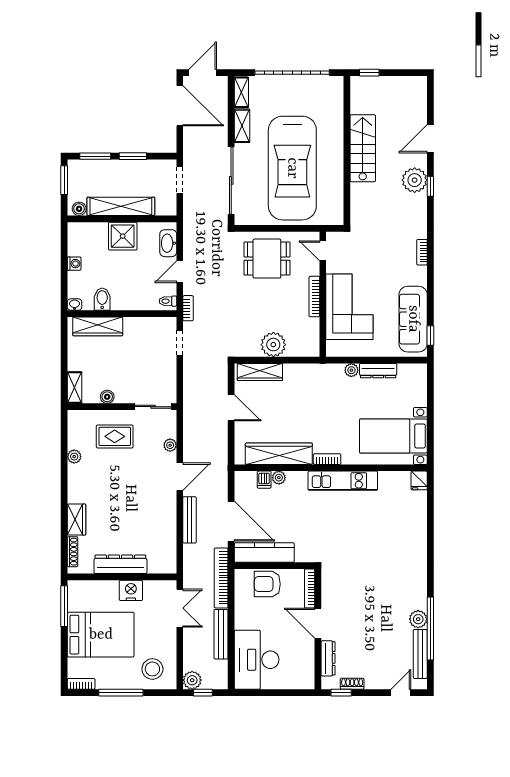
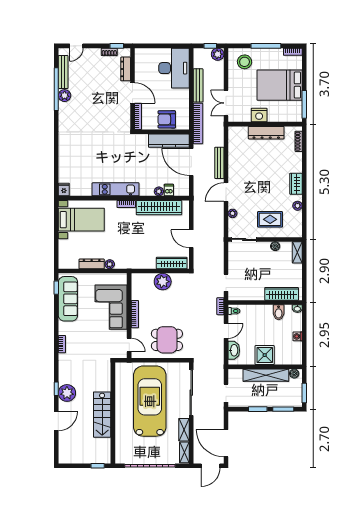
wardrobe: (76, 520) -> (296, 184), moved
armchair: (267, 584) -> (167, 119), turned 180

